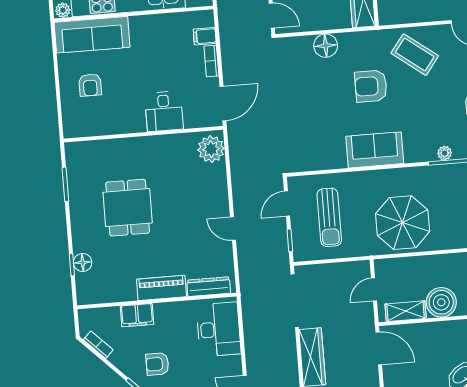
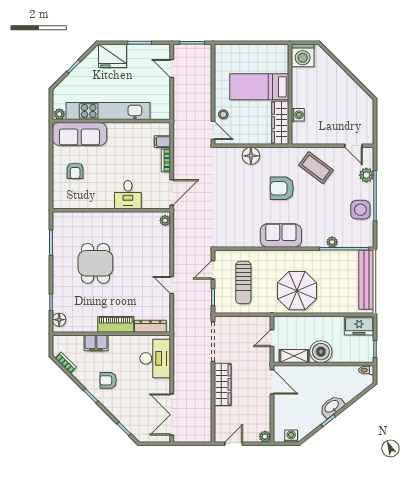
plant: (211, 149) -> (165, 220), width x0.53, depth x0.53
floor lamp: (83, 262) -> (59, 320), moved

